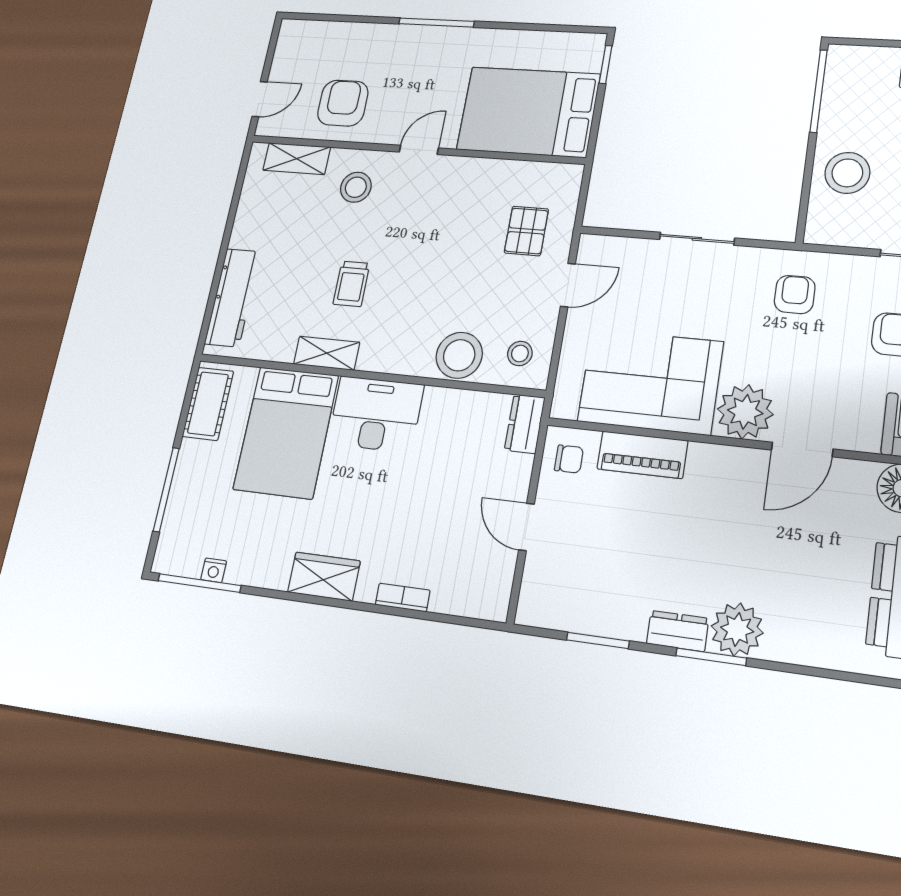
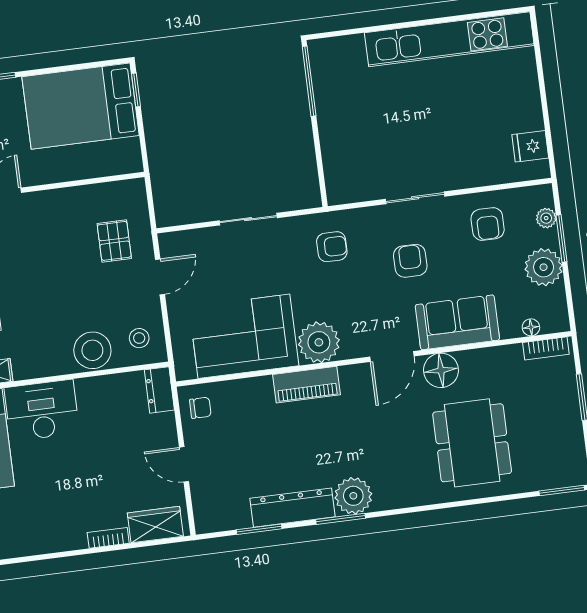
bed: (528, 112) -> (81, 106), moved
stool: (847, 173) -> (347, 144), removed
armchair: (795, 294) -> (332, 247), turned 90
door: (802, 449) -> (392, 357), moved
piano: (642, 455) -> (307, 385), moved
wardrobe: (324, 577) -> (155, 525), moved
dresser: (678, 631) -> (292, 508), width x1.96, depth x1.24

